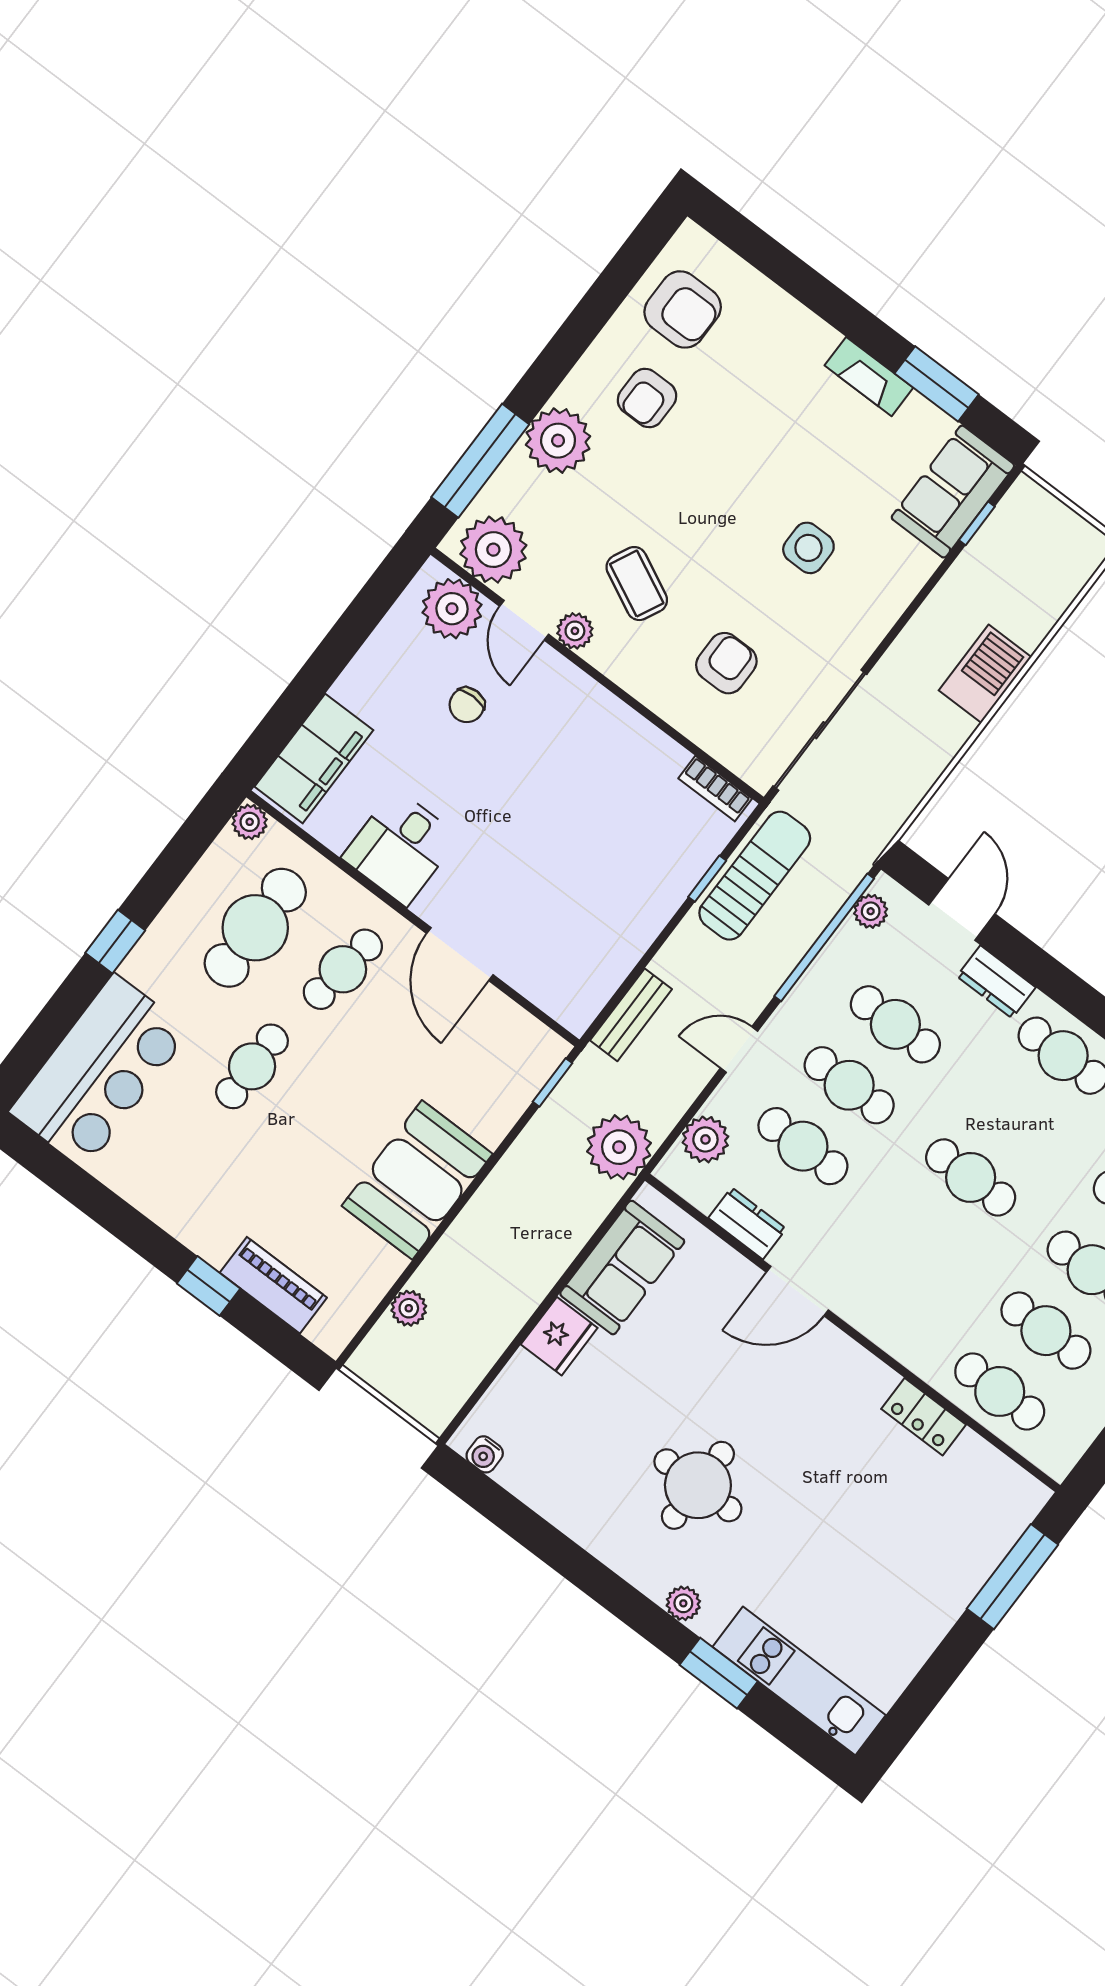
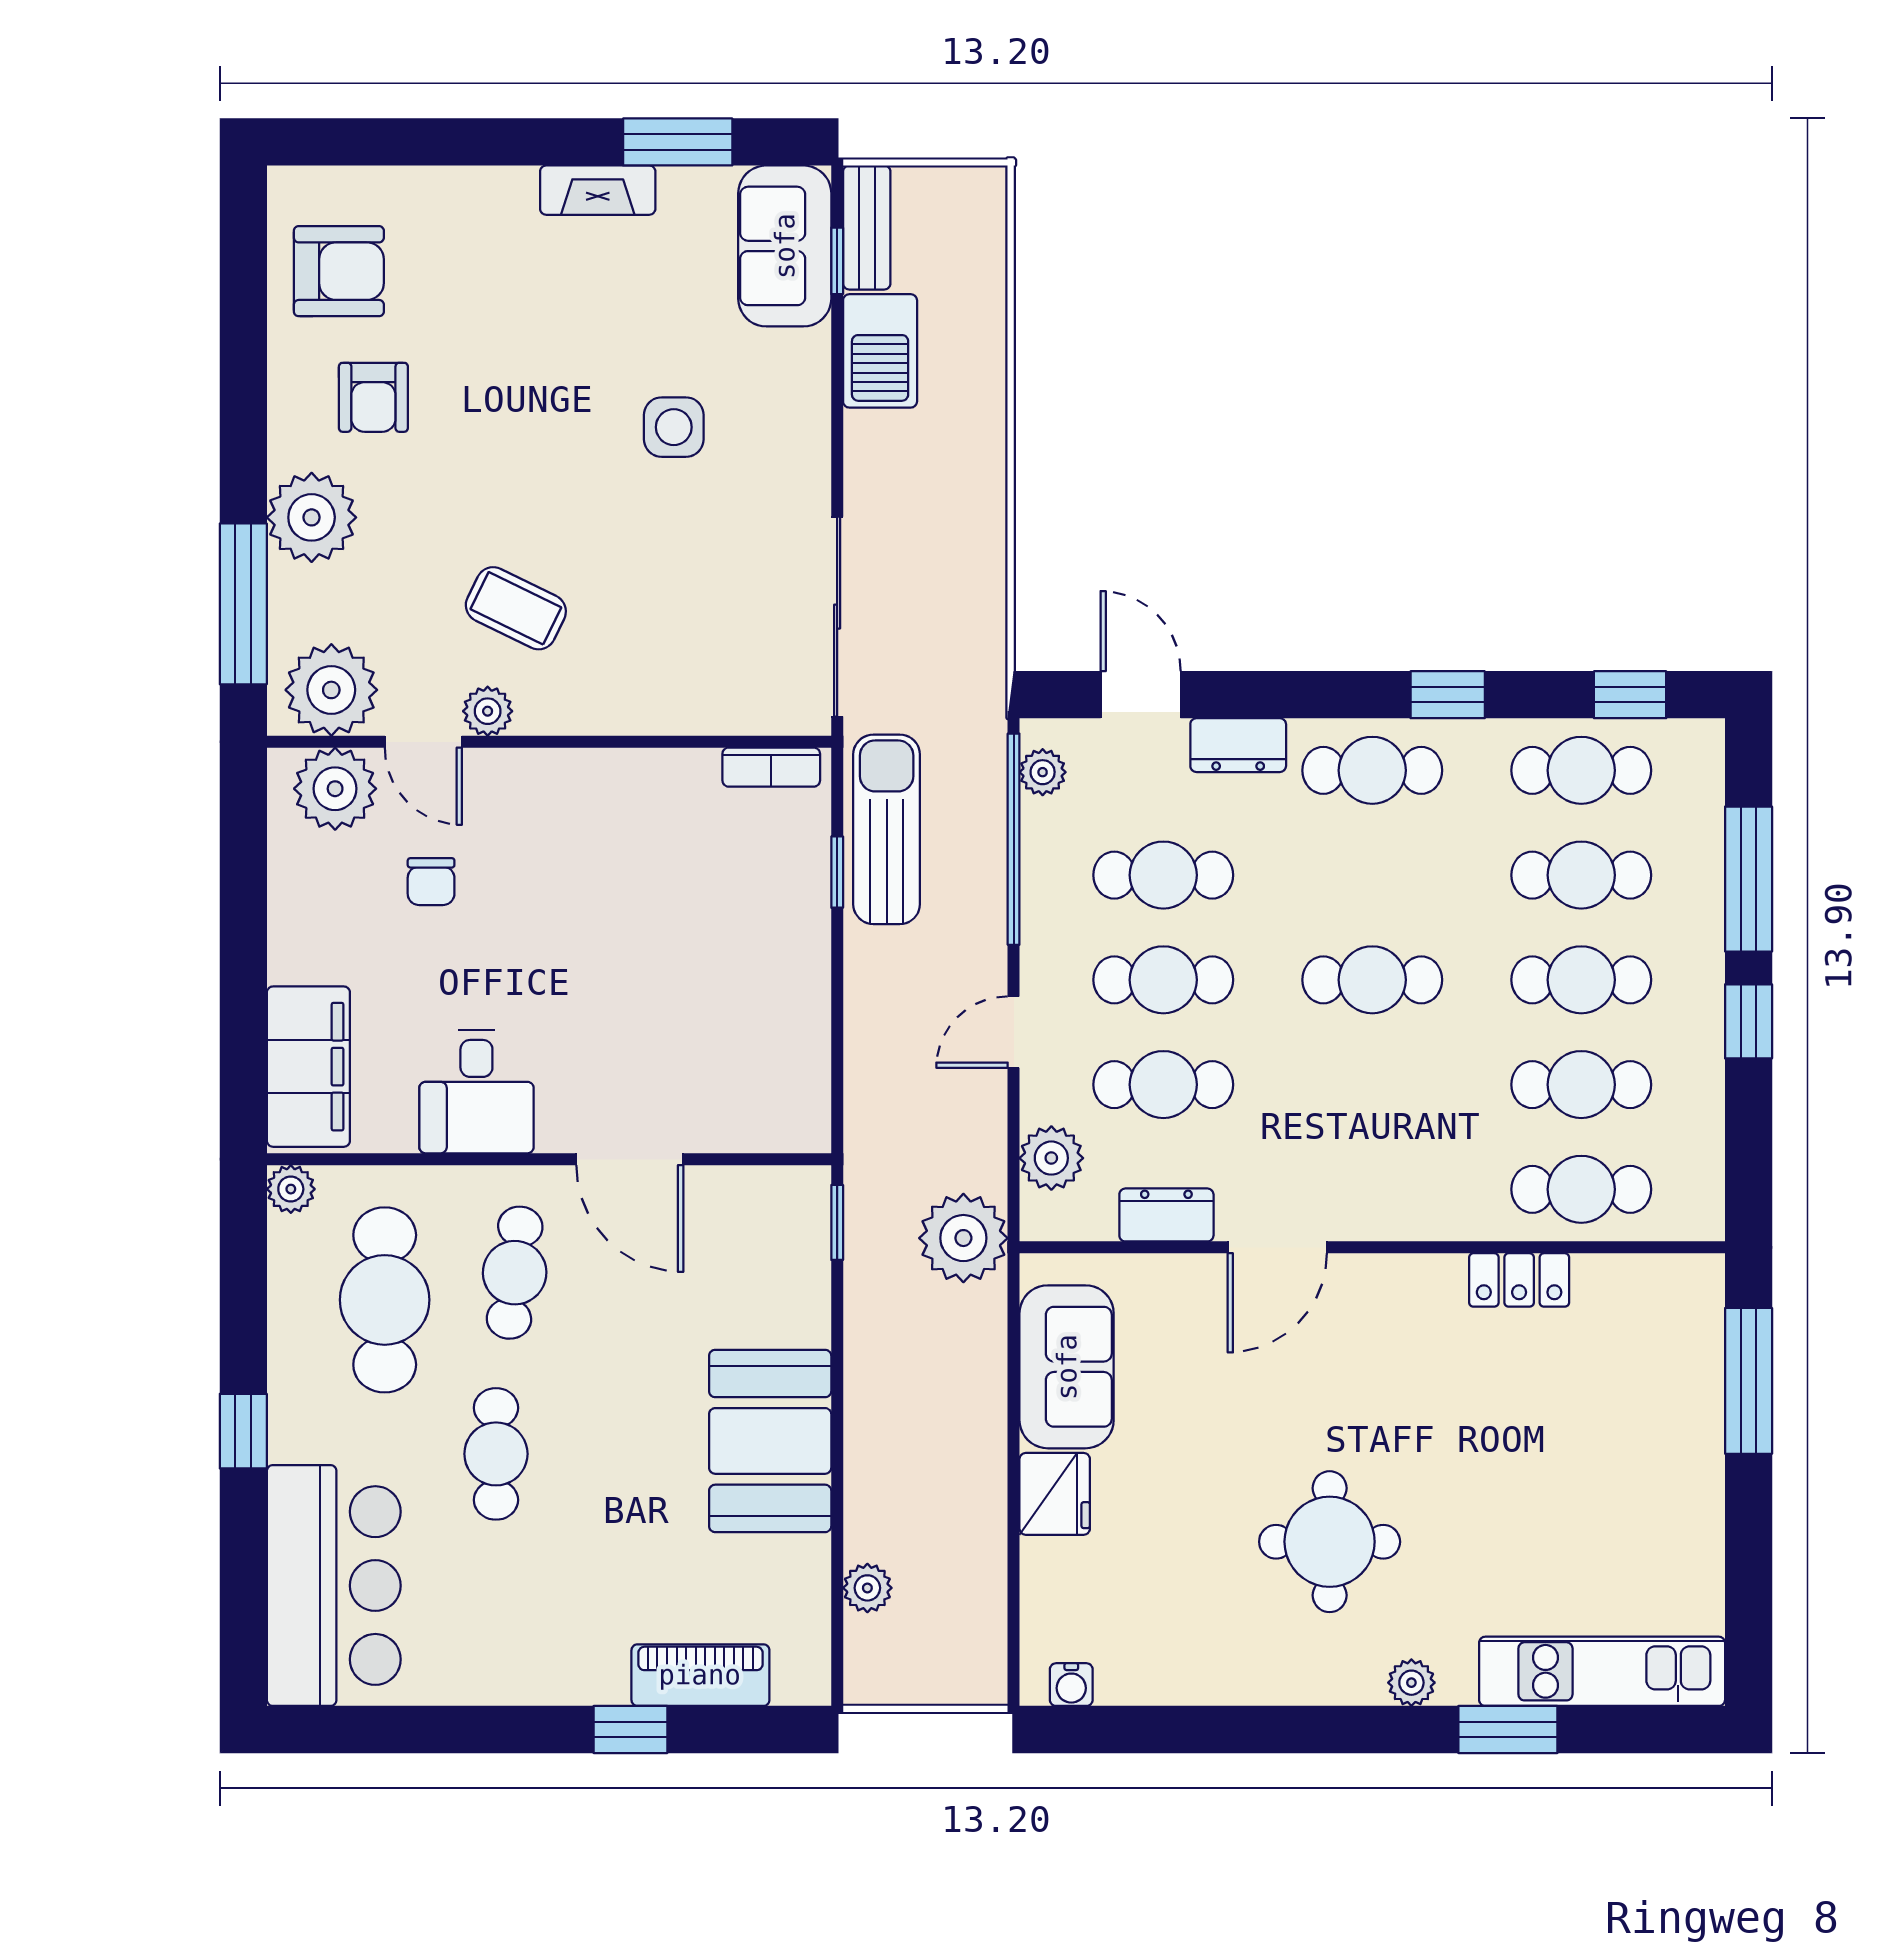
armchair: (726, 663) -> (680, 621), removed
barbecue: (985, 674) -> (880, 351), moved, turned 180
bench: (631, 1015) -> (867, 227), moved

